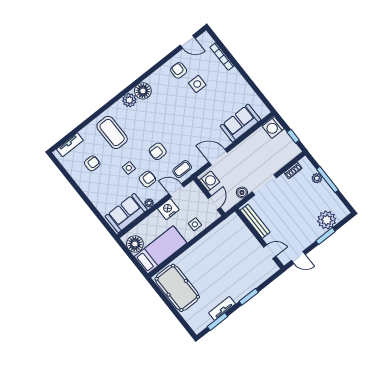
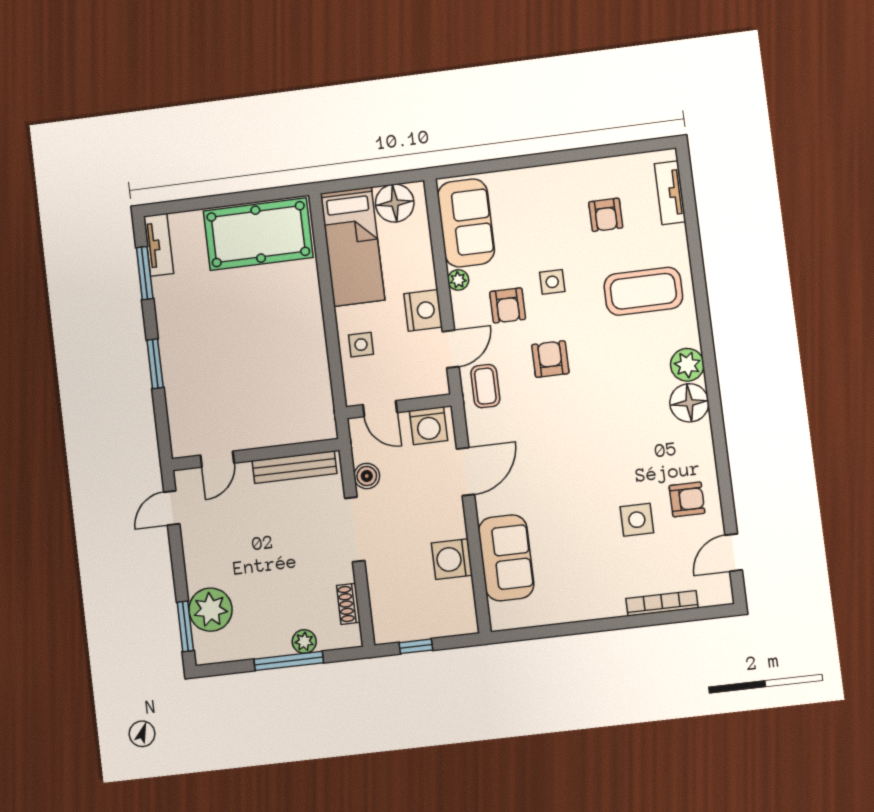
washing machine: (273, 128) -> (452, 559), moved, turned -90
window: (325, 236) -> (185, 626), moved
tv unit: (222, 308) -> (159, 245), moved

